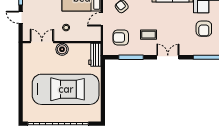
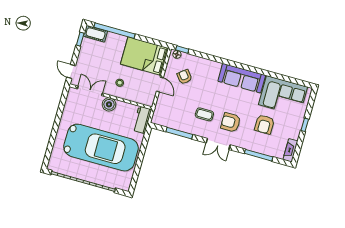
door: (21, 17) -> (71, 71), moved
door: (102, 19) -> (160, 84), swing flipped
armchair: (121, 38) -> (231, 122), moved
double door: (168, 57) -> (218, 144), swing flipped

